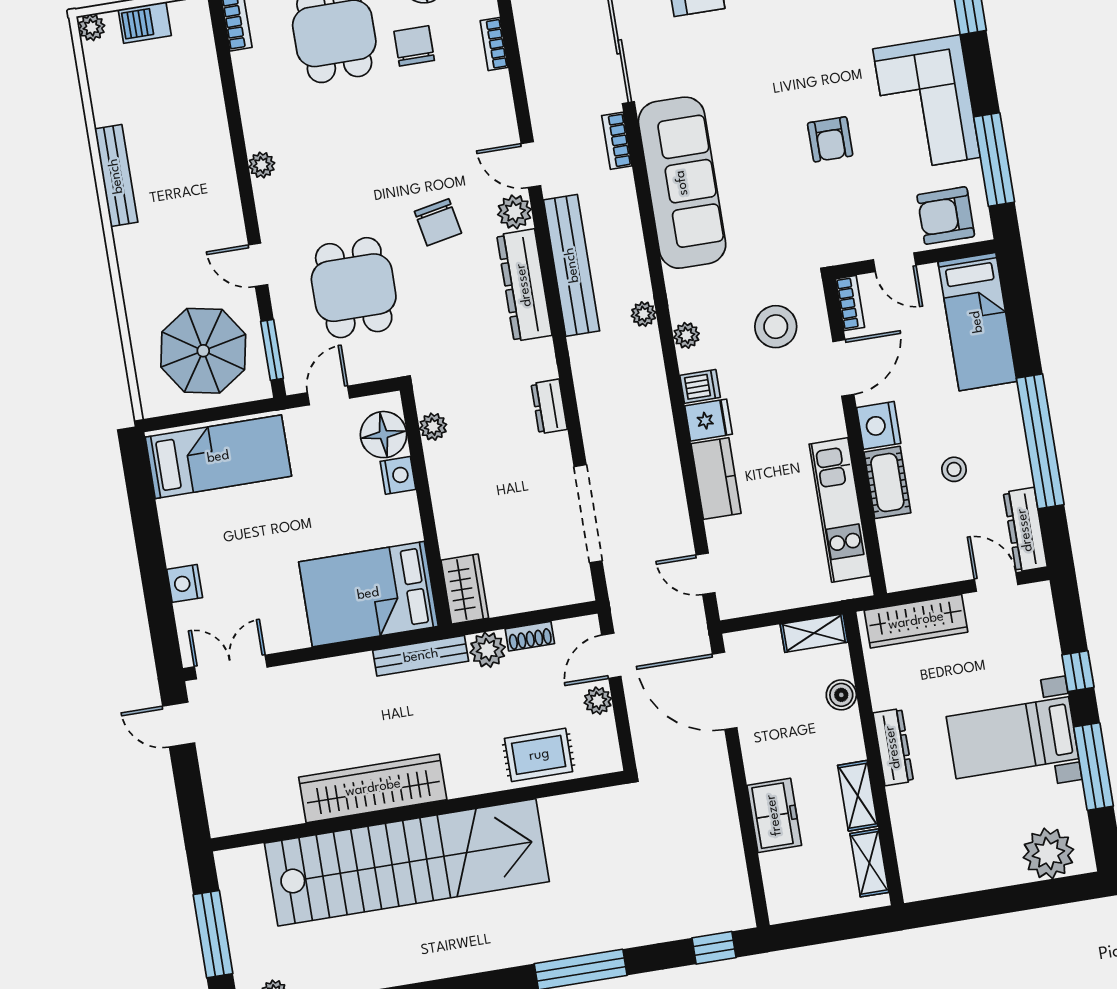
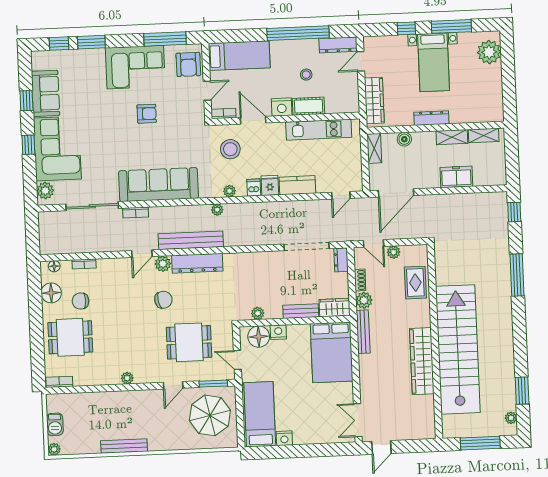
dresser: (549, 406) -> (341, 260), moved, turned 90
bench: (449, 518) -> (301, 311), added
nightstand: (185, 583) -> (284, 438), moved

